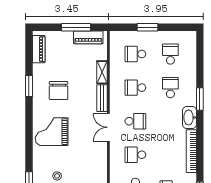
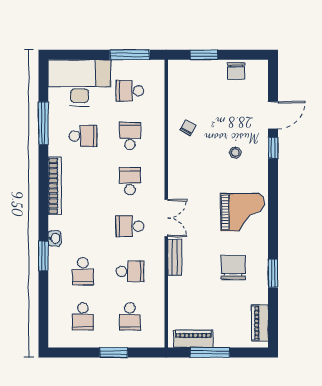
school desk: (135, 54) -> (130, 316), turned 90
shelving: (102, 72) -> (175, 292), removed
washbasin: (189, 117) -> (55, 238), width x0.52, depth x0.69
school desk: (135, 155) -> (130, 181), turned -90

